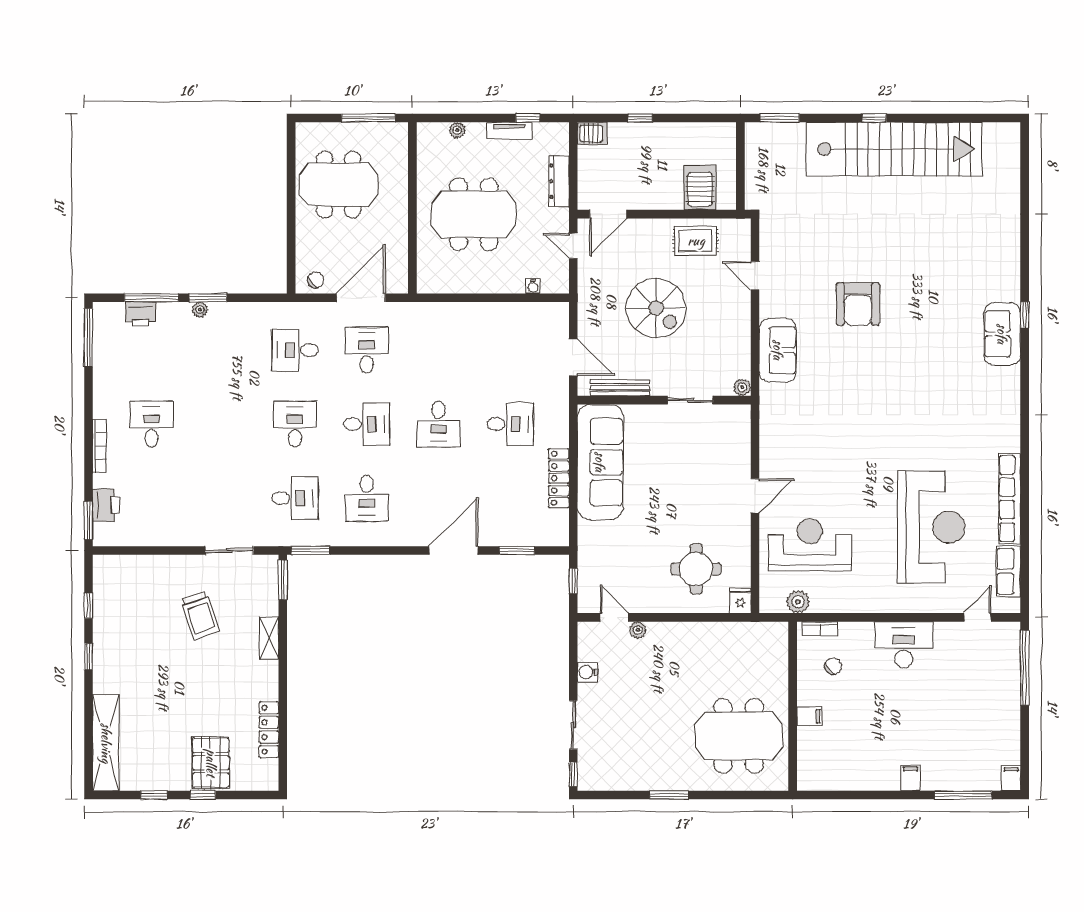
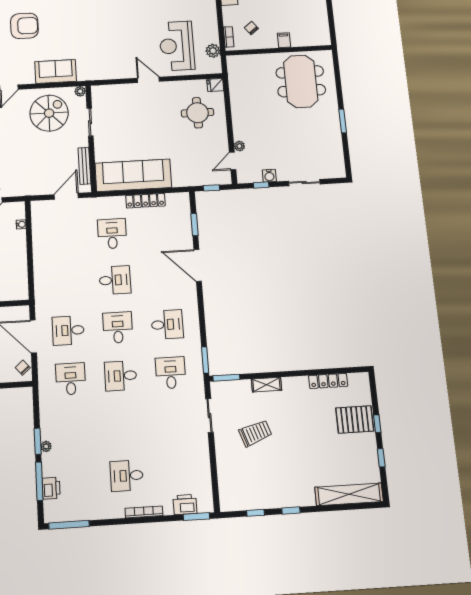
spiral stairs: (656, 308) -> (49, 113), moved
desk: (295, 350) -> (71, 379), turned 180
window: (573, 774) -> (261, 185), moved

